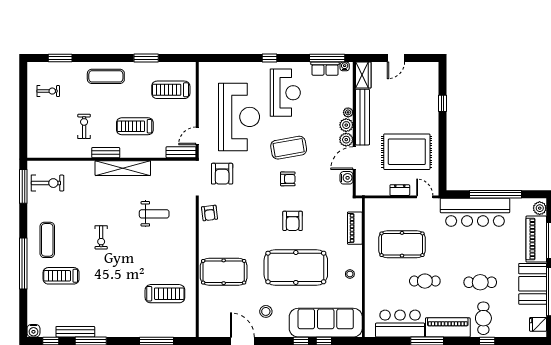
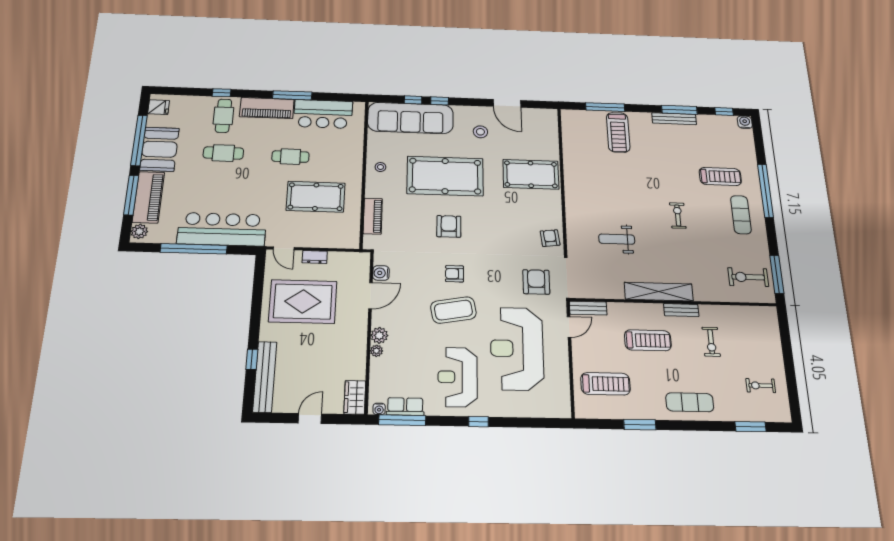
bench: (363, 117) -> (265, 377), moved
plant: (346, 140) -> (380, 318), removed
treadmill: (165, 294) -> (618, 132), moved, turned -90
bench: (75, 332) -> (674, 119), moved

